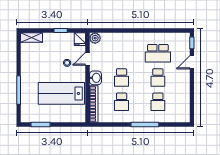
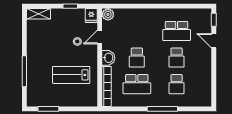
door: (192, 62) -> (214, 41), hinge flipped
lab bench: (61, 93) -> (71, 75), width x0.73, depth x0.72
school desk: (122, 102) -> (137, 84), width x1.85

